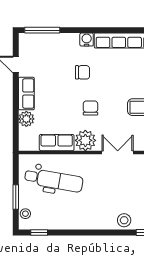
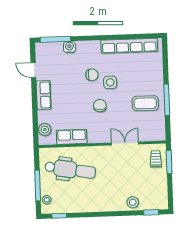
water cooler: (87, 40) -> (69, 47), moved
side table: (103, 82) -> (110, 82), added
plant: (26, 119) -> (45, 130), moved
plant: (85, 140) -> (96, 134), removed
window: (16, 197) -> (38, 186), width x1.44

